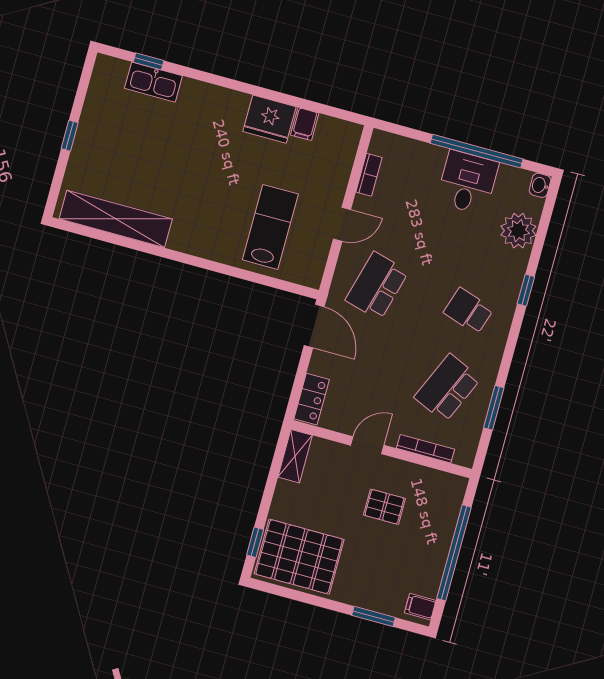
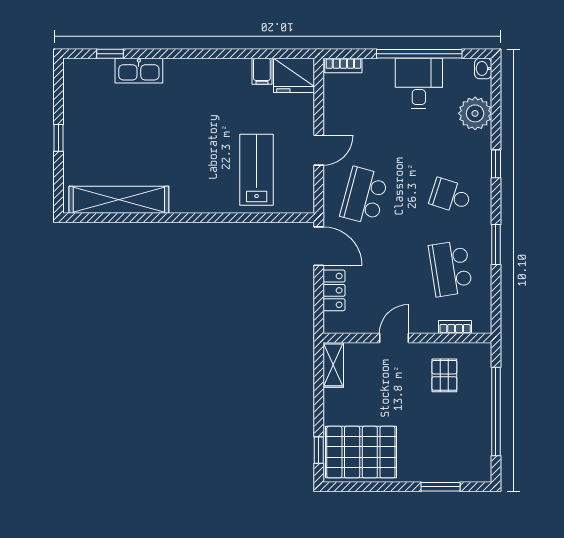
kitchen sink: (153, 82) -> (139, 71), moved
fridge: (269, 119) -> (294, 75), moved
bookcase: (369, 175) -> (343, 65), moved, turned 90
school desk: (447, 388) -> (450, 268), turned -33
locker: (312, 399) -> (334, 290), moved
window: (494, 408) -> (496, 244), moved
bookcase: (426, 449) -> (455, 327), width x0.64
pallet: (384, 507) -> (444, 375), moved, turned 90
filing cabinet: (420, 607) -> (479, 467), removed

